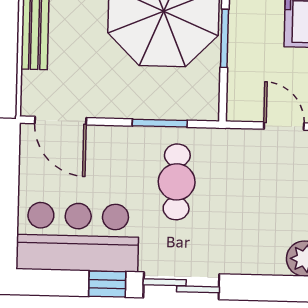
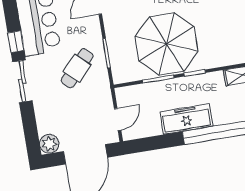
cafe table: (177, 182) -> (77, 68), turned -47

